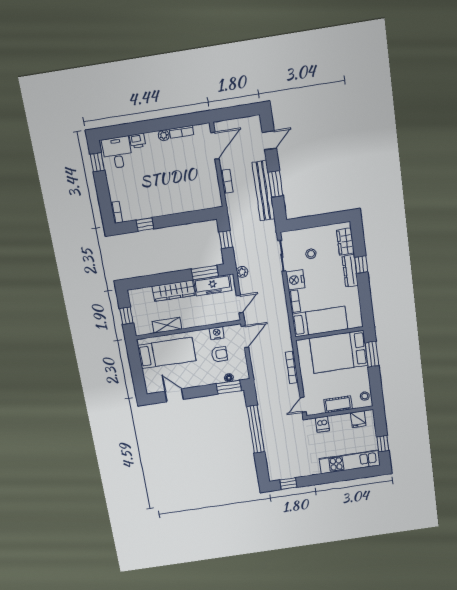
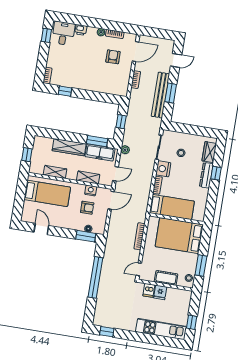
armchair: (189, 162) -> (113, 57), added
shelving: (209, 319) -> (88, 177), added
window: (372, 354) -> (201, 266), moved
fridge: (358, 419) -> (160, 292), moved

